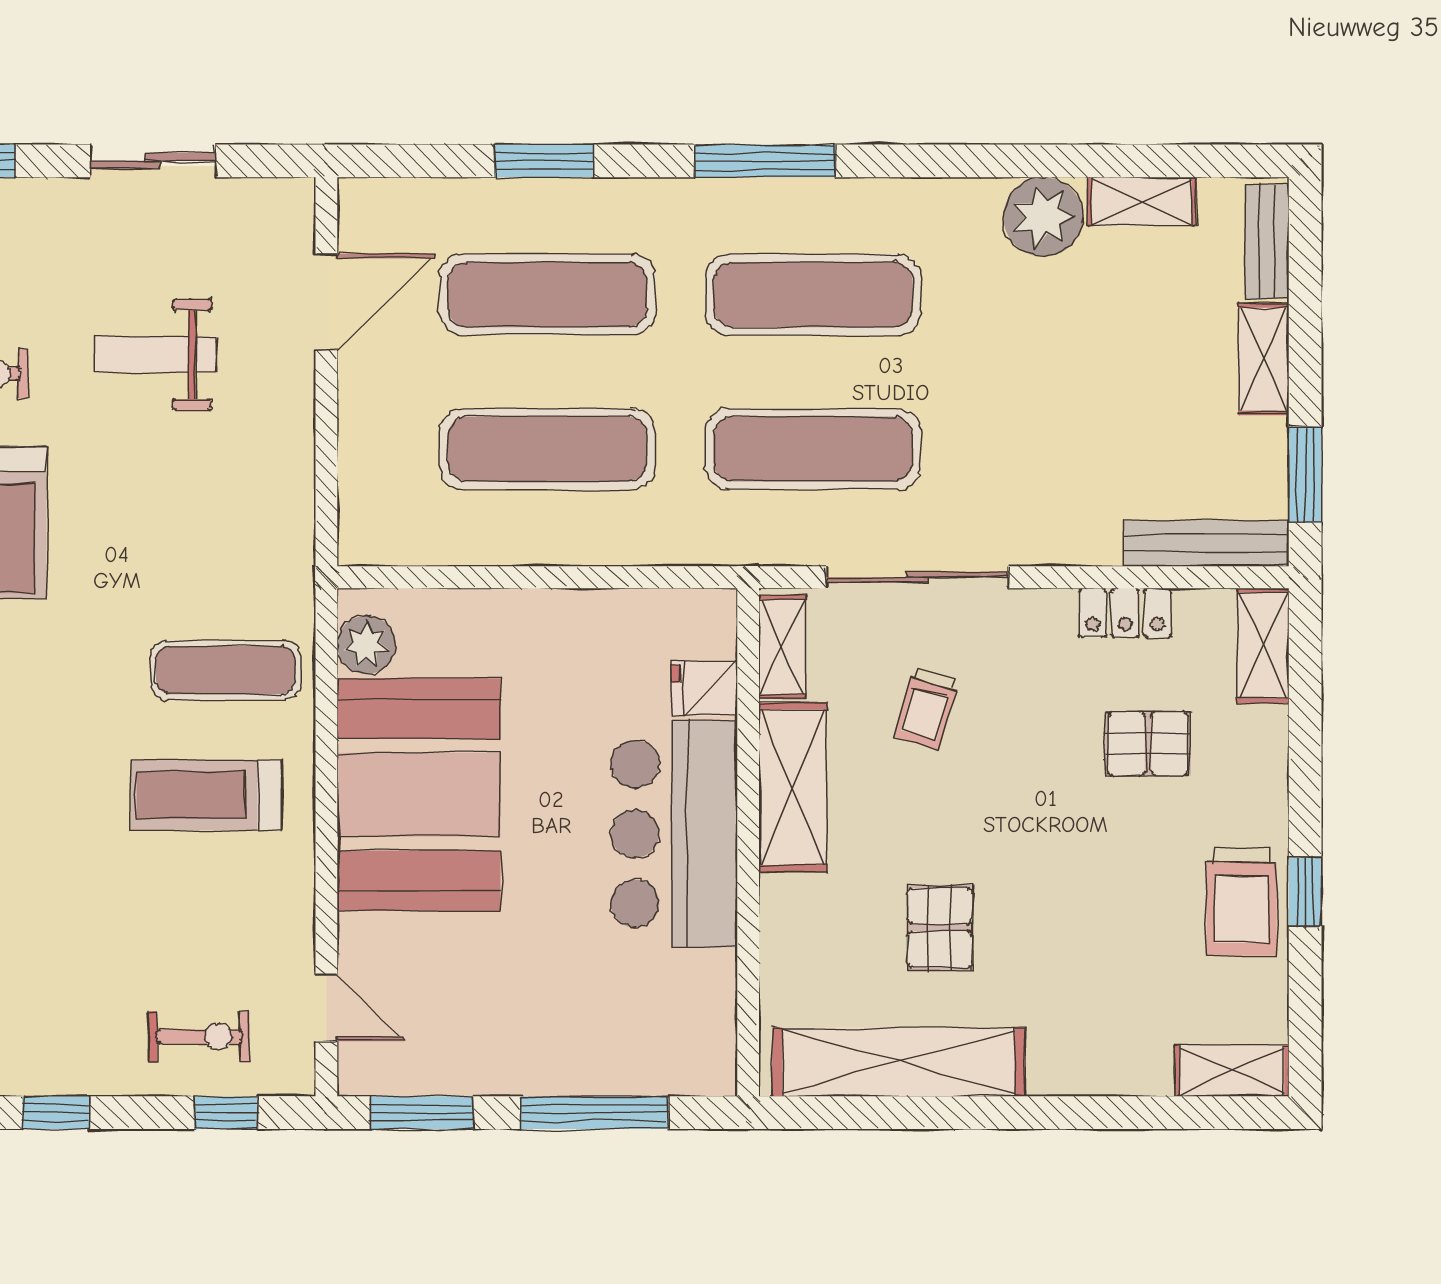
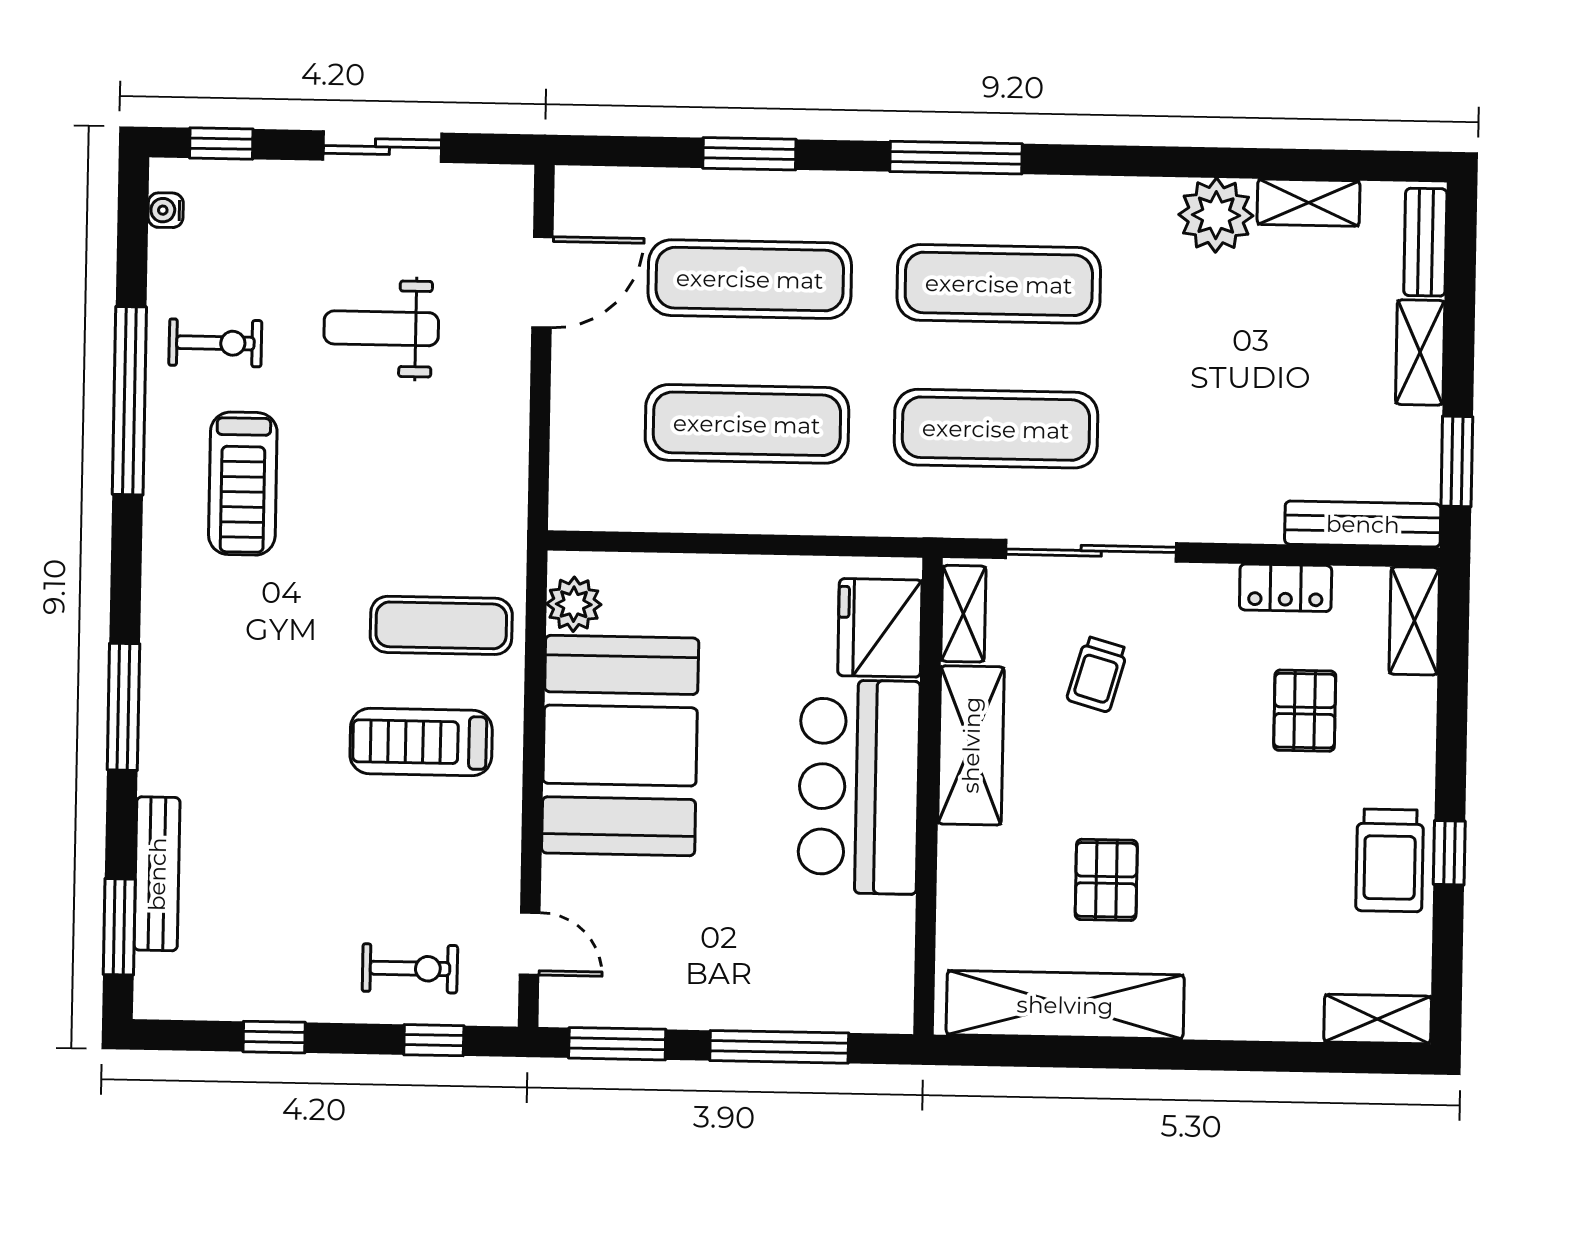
fridge: (704, 688) -> (880, 628), width x1.88, depth x1.34
pallet: (1148, 743) -> (1305, 711), turned 90

